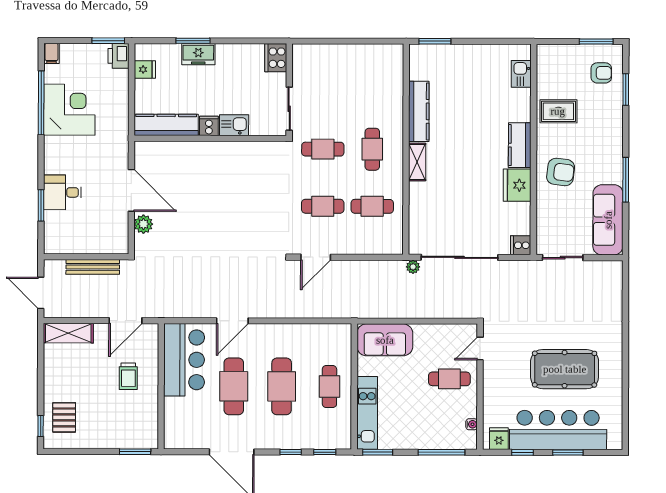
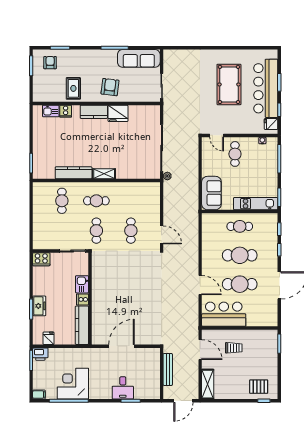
cafe table: (372, 206) -> (62, 201), moved
plant: (143, 224) -> (142, 339), removed
cooker: (521, 245) -> (66, 111), moved

